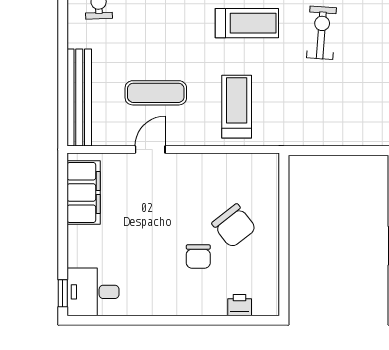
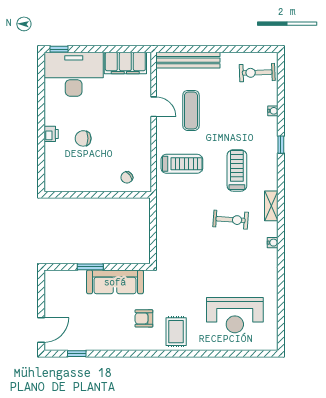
treadmill: (247, 23) -> (237, 170), turned 180
chair: (234, 226) -> (127, 177), moved, width x0.54, depth x0.54
desk: (93, 292) -> (74, 74), width x1.87, depth x1.30
printer: (240, 305) -> (51, 134), moved

